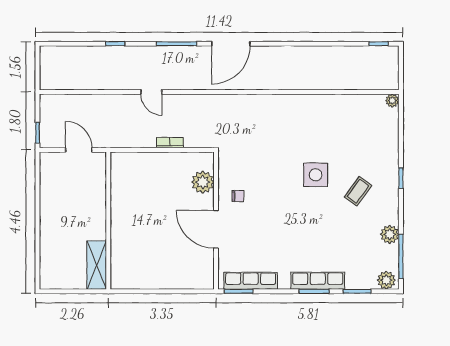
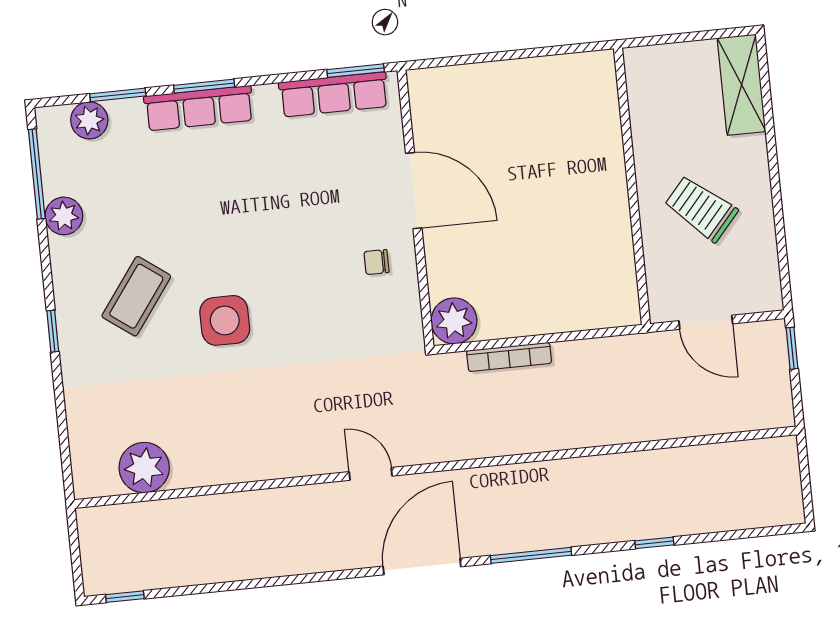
door: (151, 92) -> (371, 474), moved
plant: (392, 101) -> (144, 468), moved, width x1.88, depth x1.88
bookcase: (170, 143) -> (509, 357), width x1.56
plant: (203, 182) -> (454, 321), moved
coffee table: (358, 191) -> (136, 296), width x1.36, depth x1.30
trolley: (75, 206) -> (701, 208), added
shelving: (97, 265) -> (742, 85), moved
plant: (386, 280) -> (89, 120), moved

